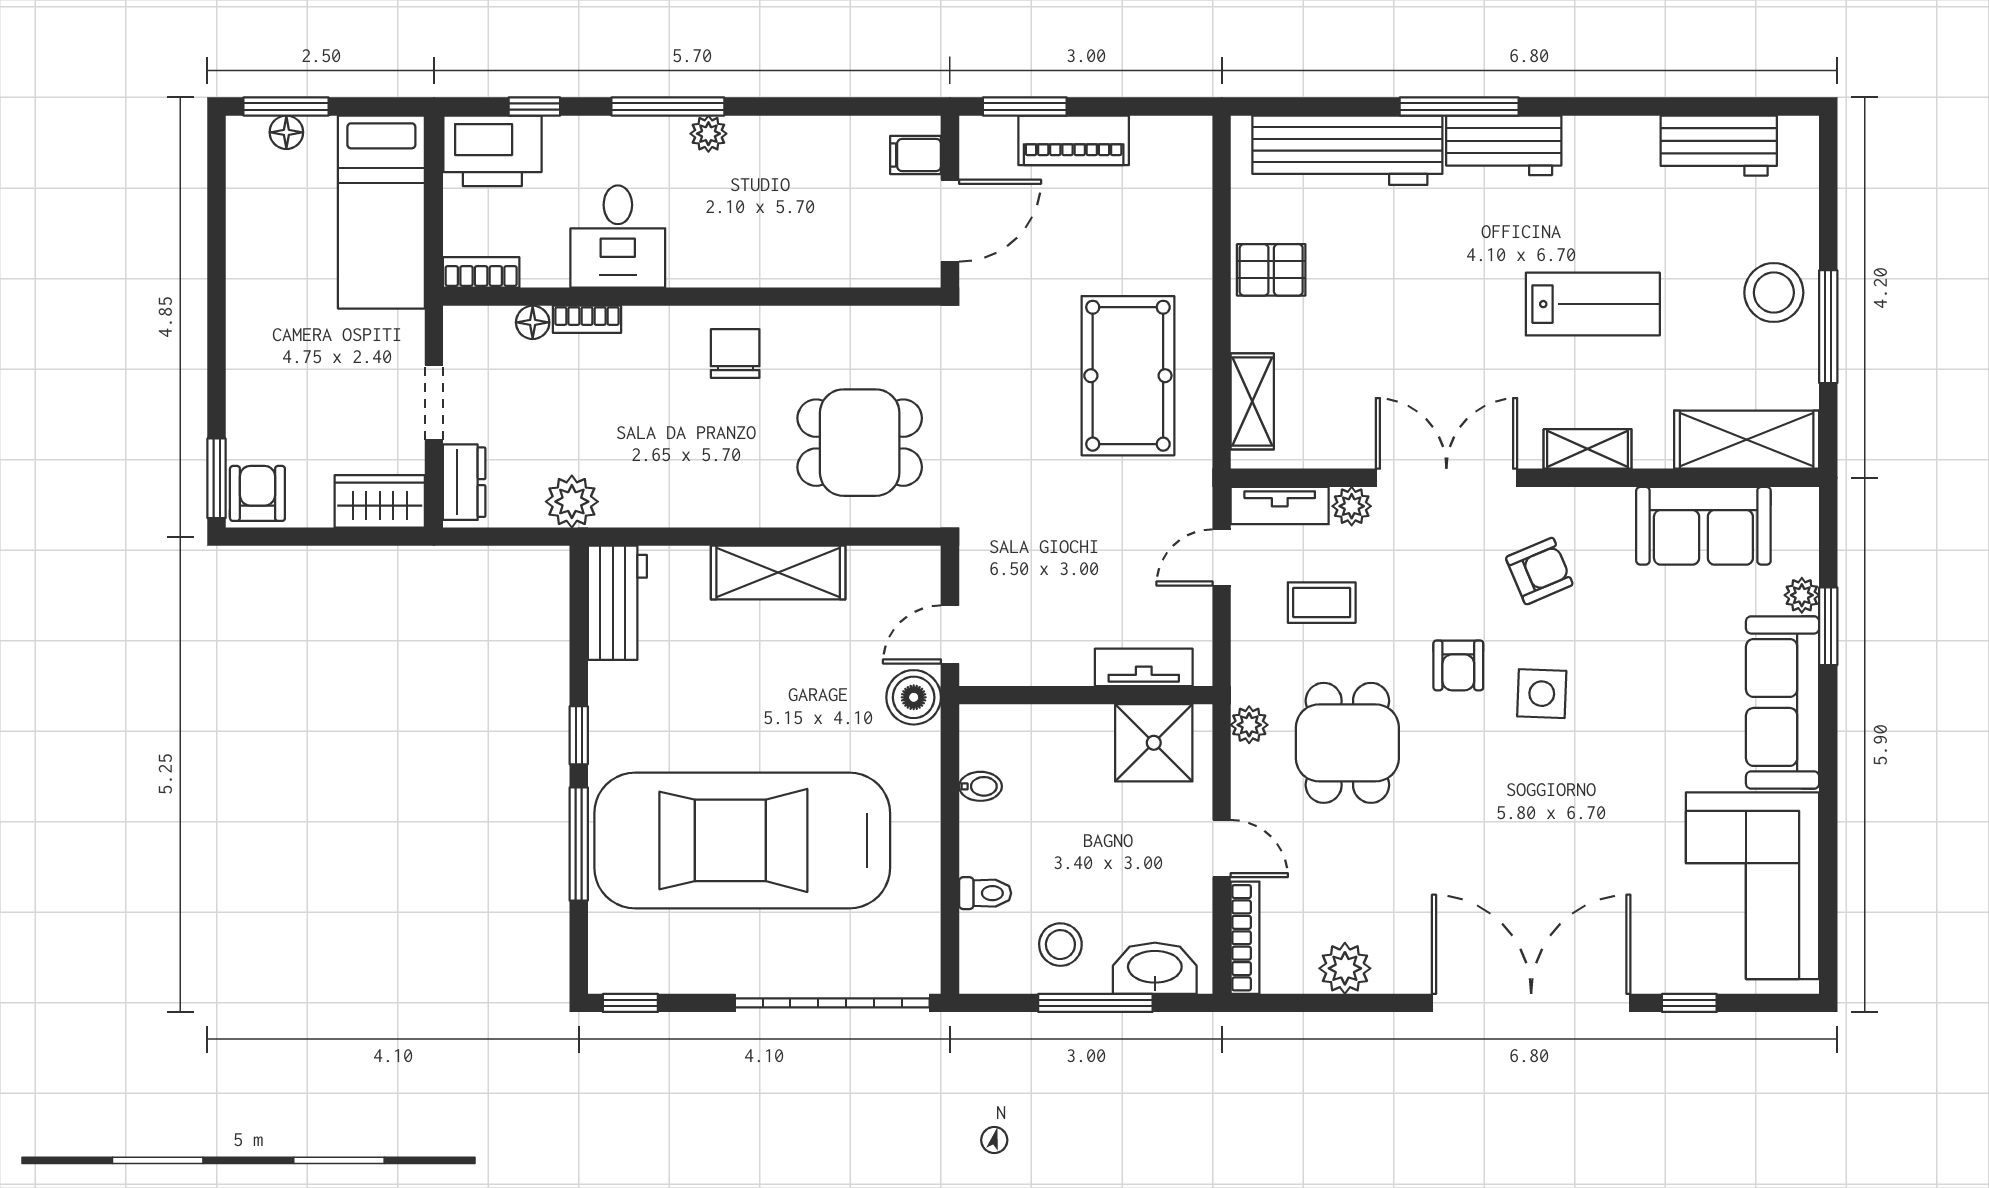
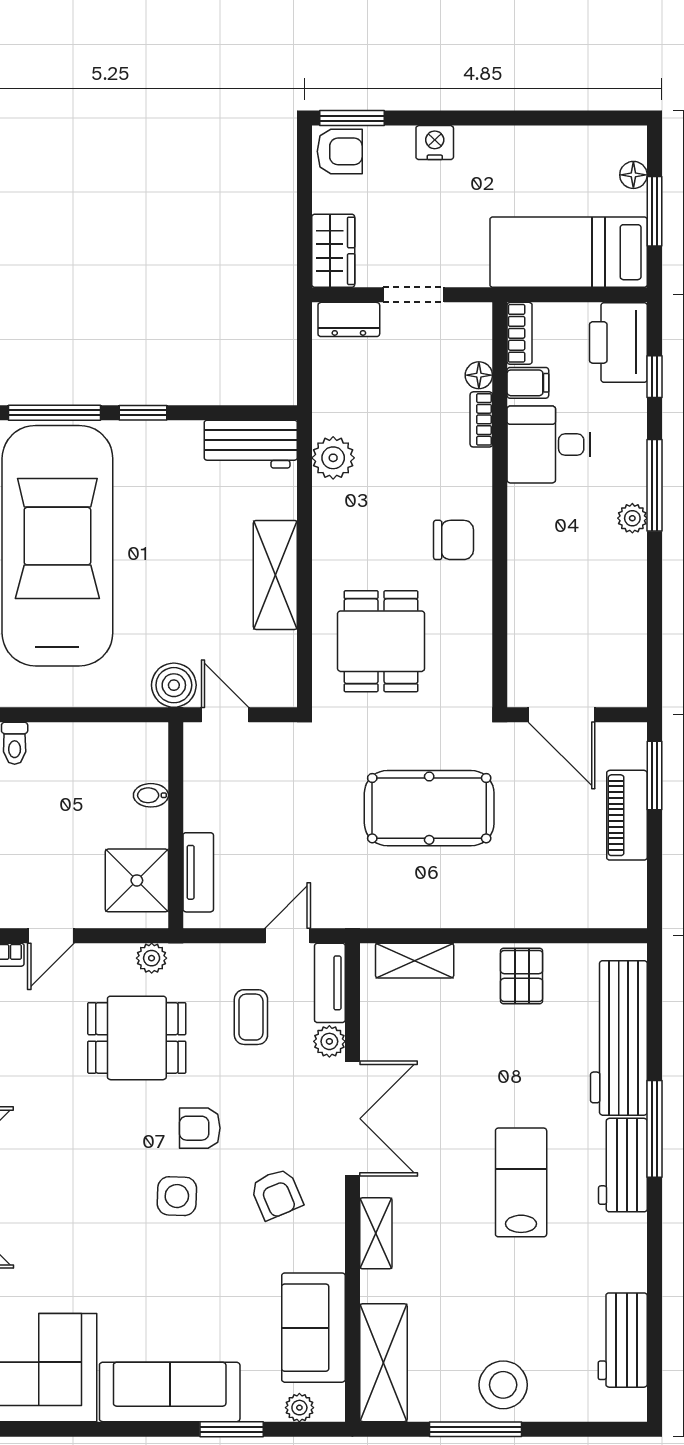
window: (286, 107) -> (654, 211), moved
filing cabinet: (915, 155) -> (528, 383), moved, turned 90
lab bench: (1593, 304) -> (521, 1182), moved, turned 180
pool table: (1128, 376) -> (429, 808), moved
nightstand: (247, 377) -> (435, 143), added
plant: (572, 502) -> (333, 458), moved
door: (1222, 557) -> (288, 936), hinge flipped
plant: (1802, 595) -> (299, 1408), moved
bidet: (980, 786) -> (151, 795), moved, turned 90

